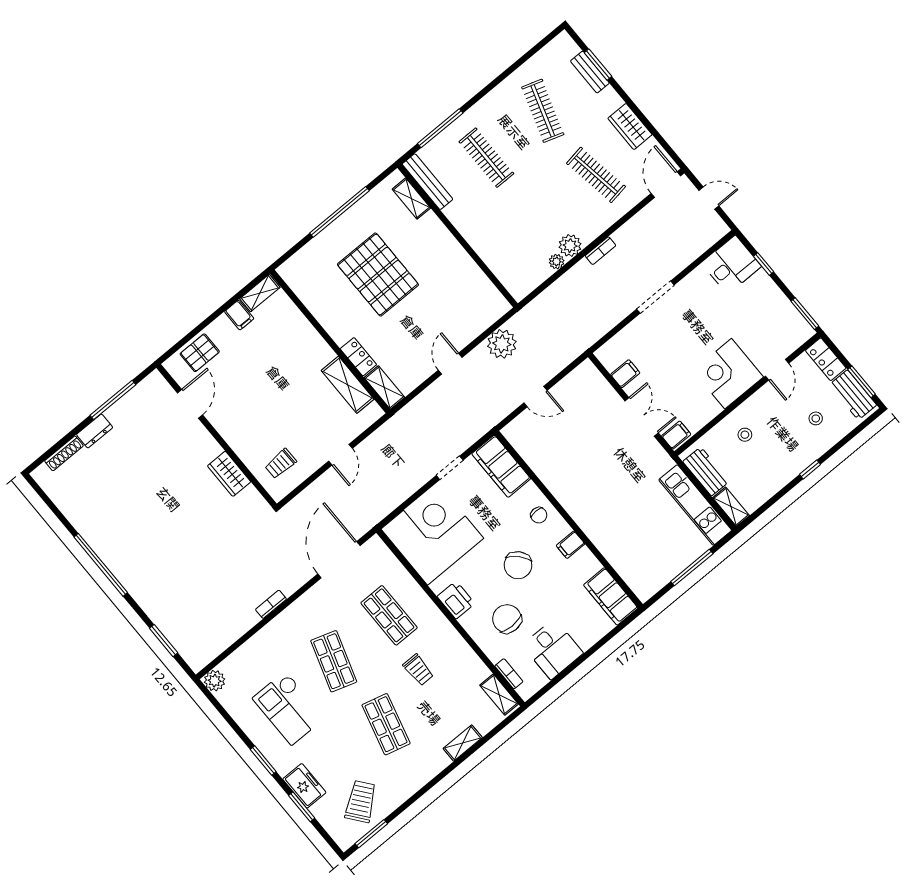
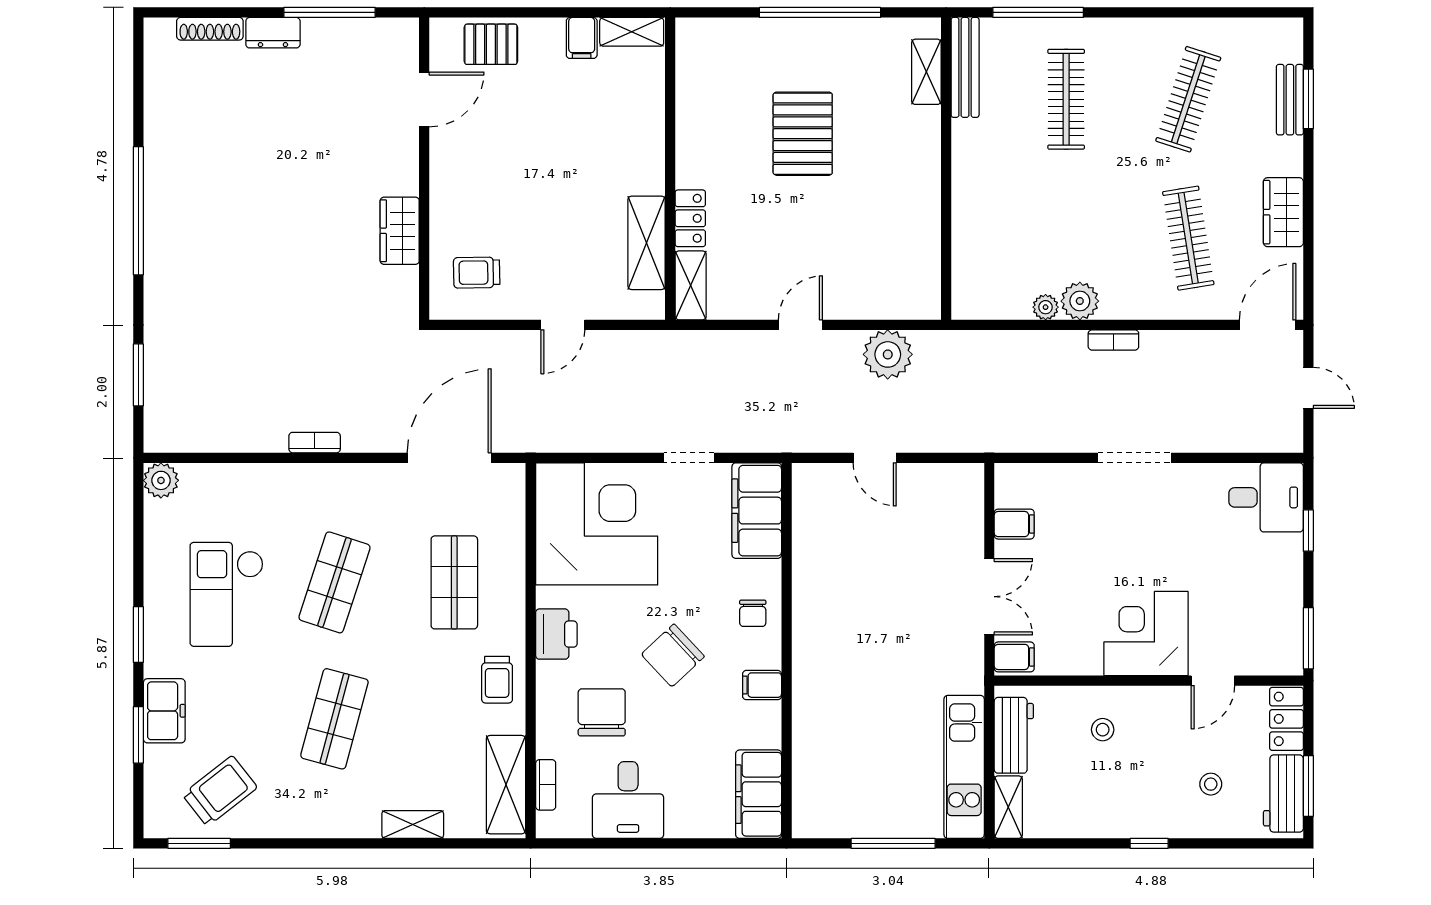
pallet: (378, 275) -> (803, 134), width x0.73, depth x0.71
trolley: (418, 670) -> (497, 680), moved
shelving: (499, 695) -> (506, 785), width x1.50, depth x1.33

